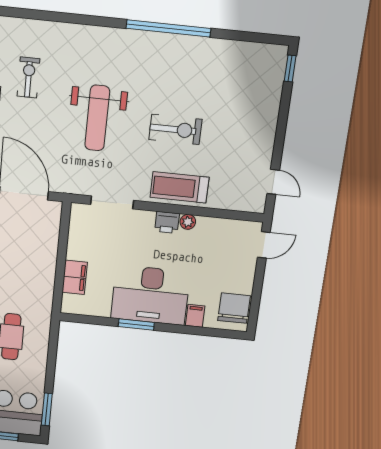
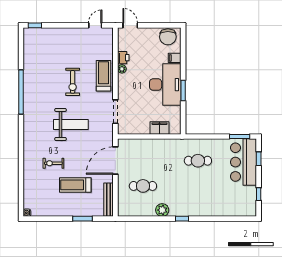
exercise bike: (175, 129) -> (73, 82), turned 180
treadmill: (180, 187) -> (103, 76), turned 180
printer: (167, 222) -> (123, 58), moved
chair: (234, 308) -> (168, 37), turned -90

